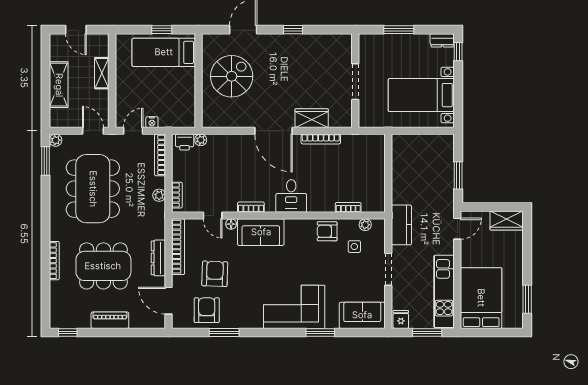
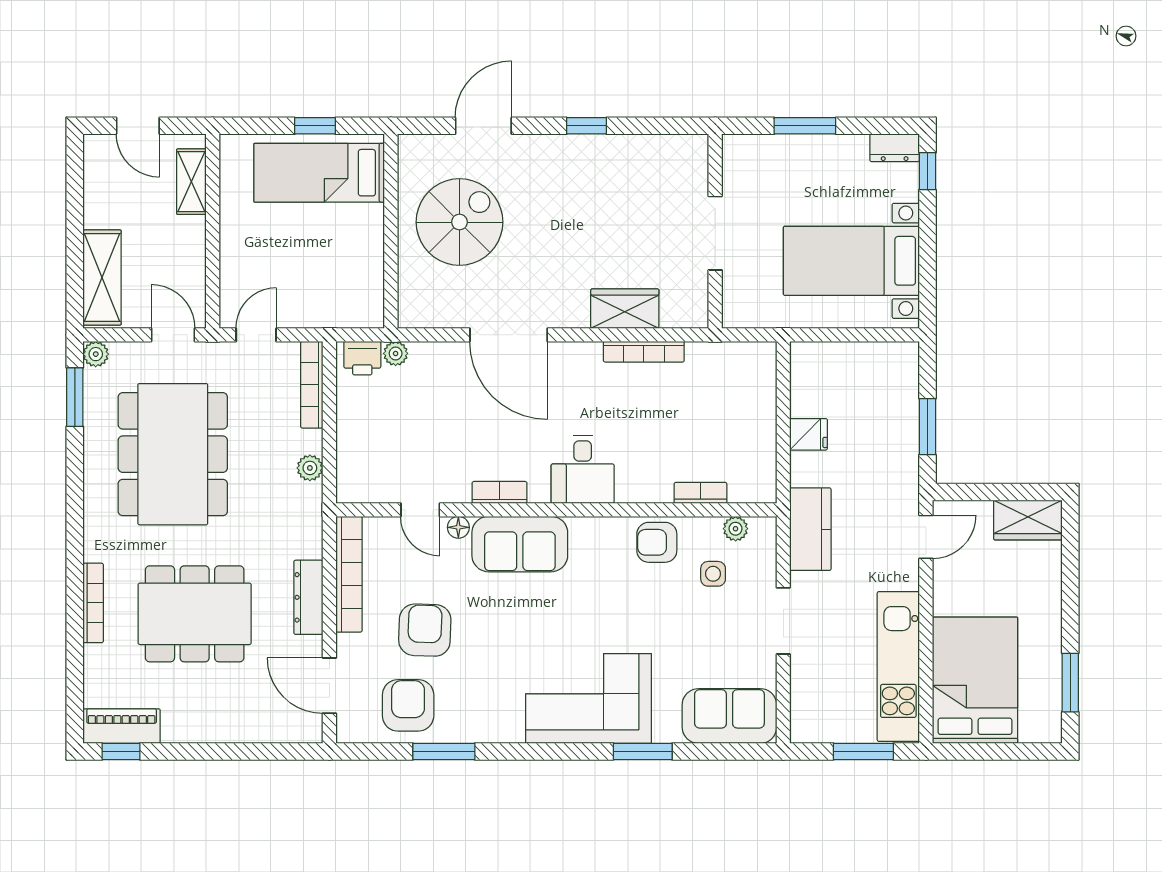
shelving: (102, 73) -> (191, 182), moved
shelving: (59, 85) -> (102, 277), moved
nightstand: (152, 122) -> (295, 317), removed
door: (273, 131) -> (509, 335), moved
bookcase: (177, 195) -> (347, 468), removed
fridge: (401, 319) -> (809, 434), moved, turned 90
piano: (110, 320) -> (122, 726), moved

